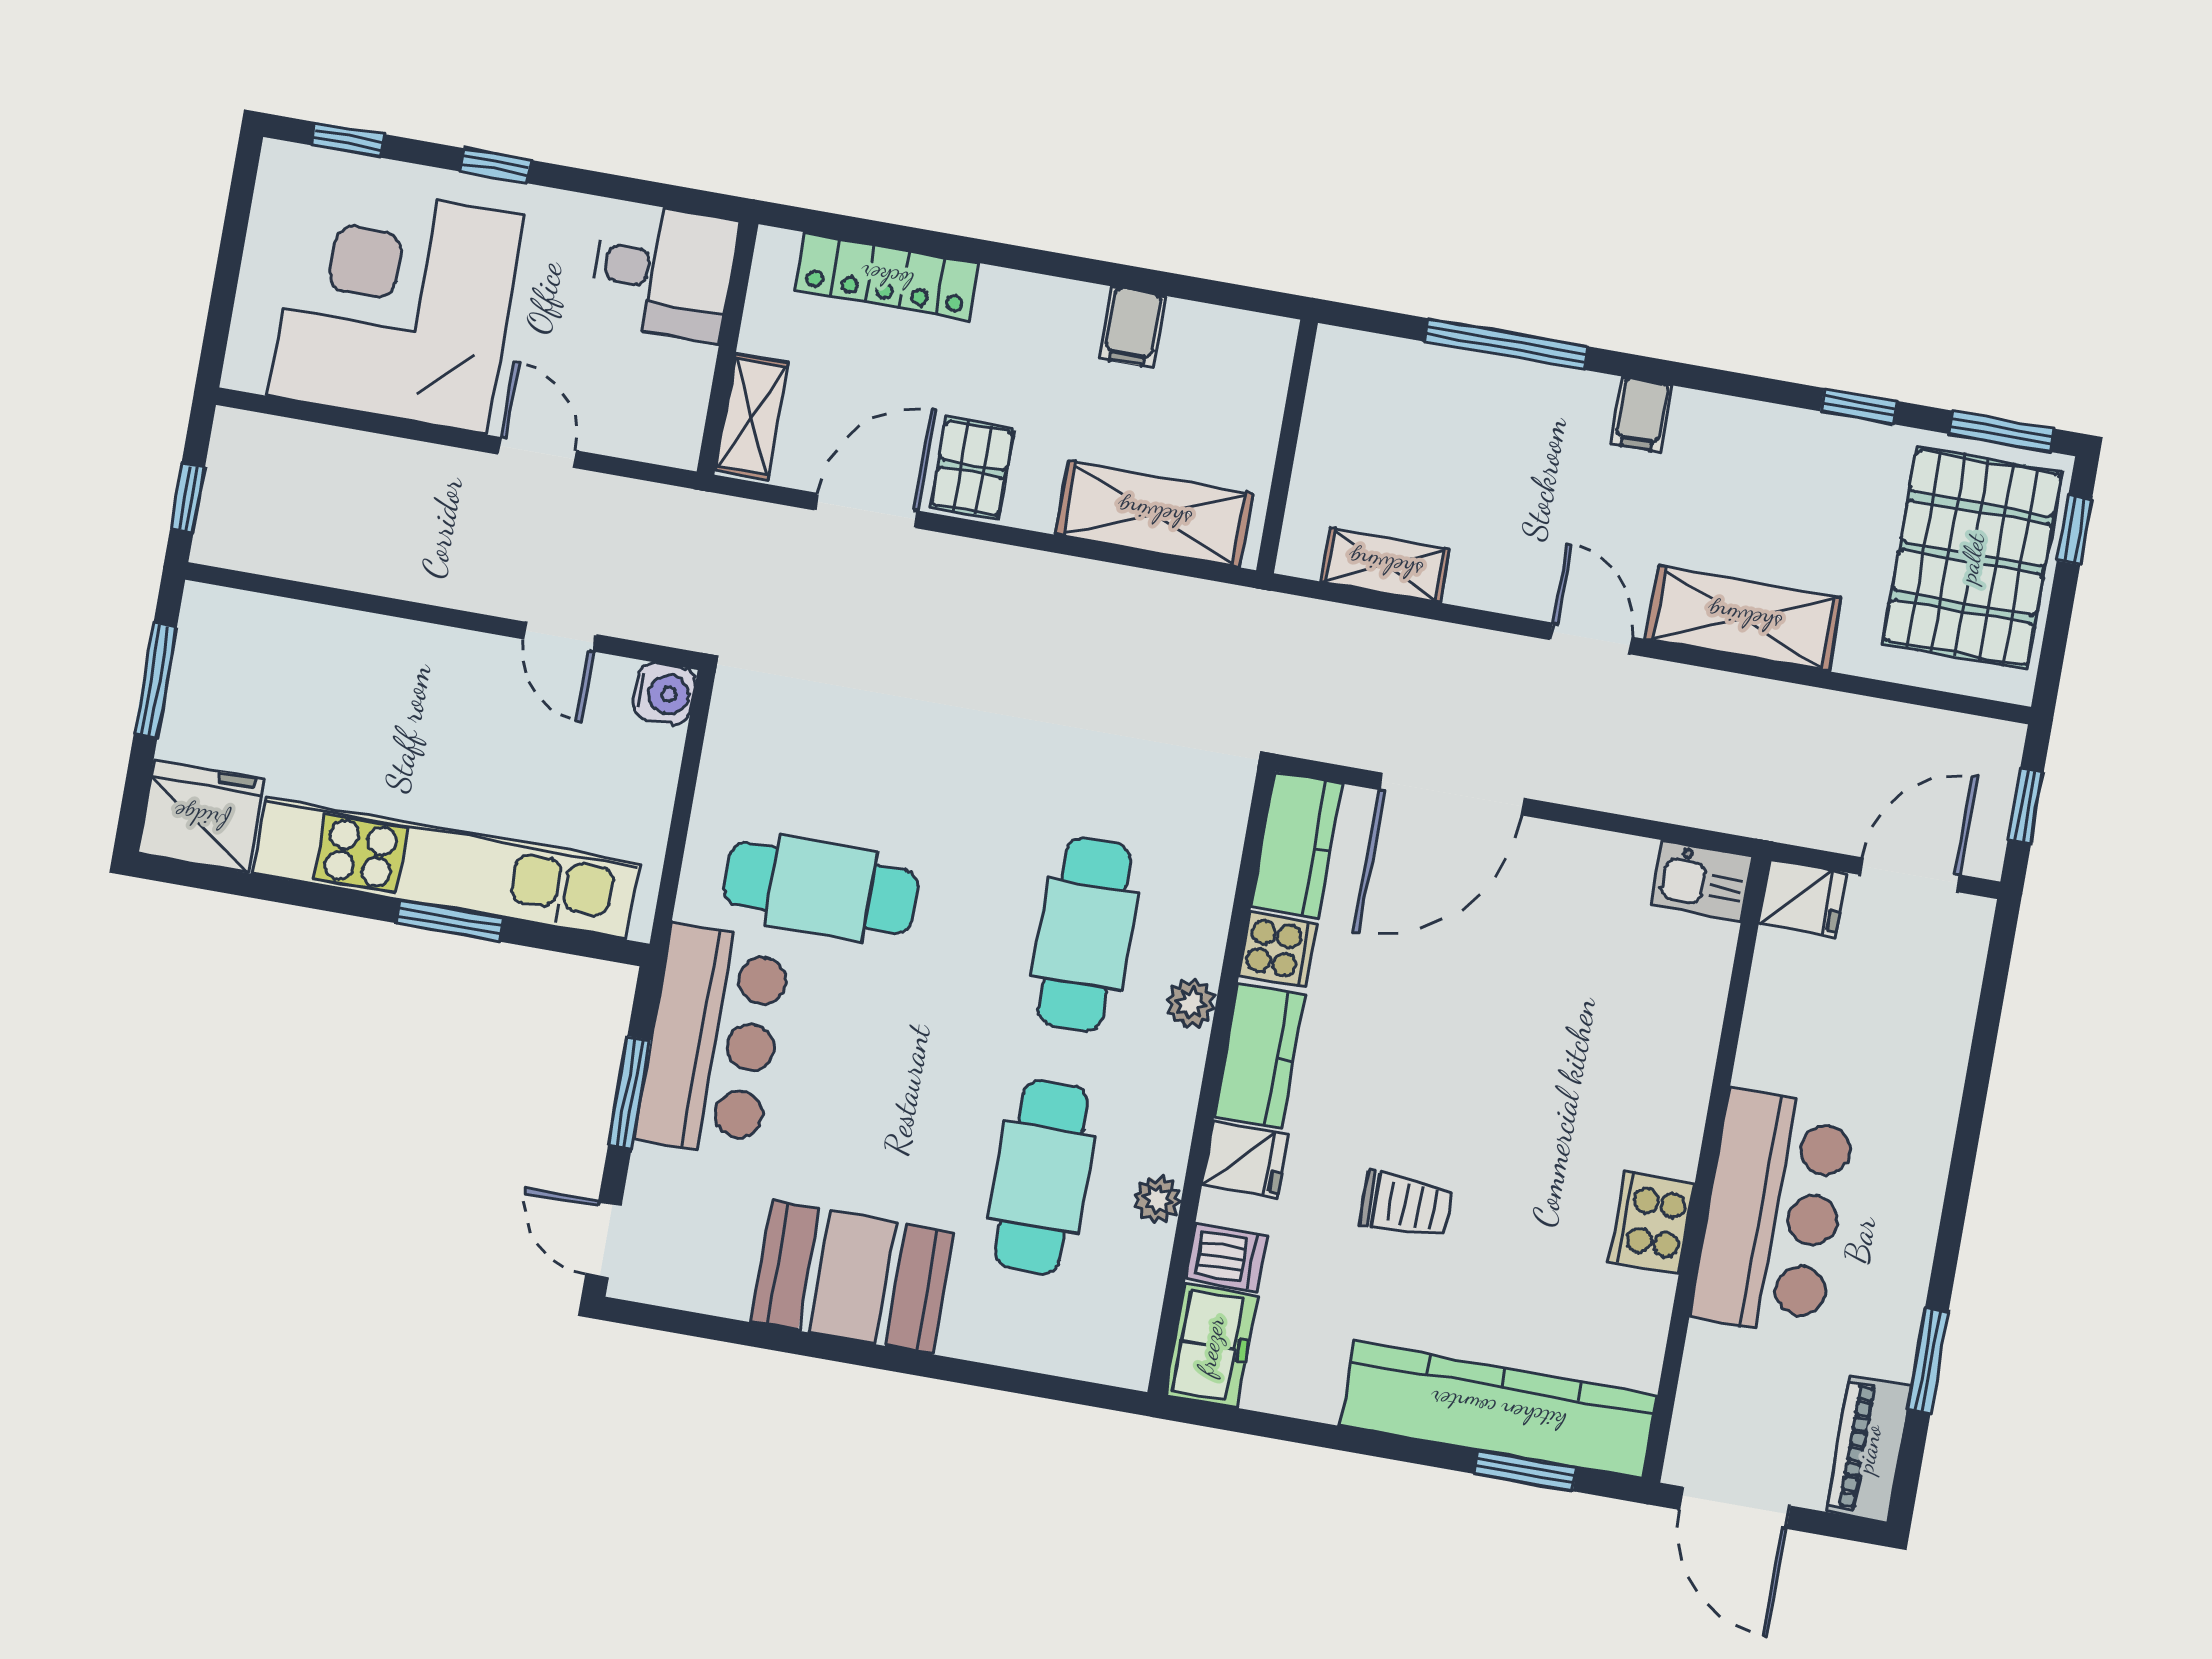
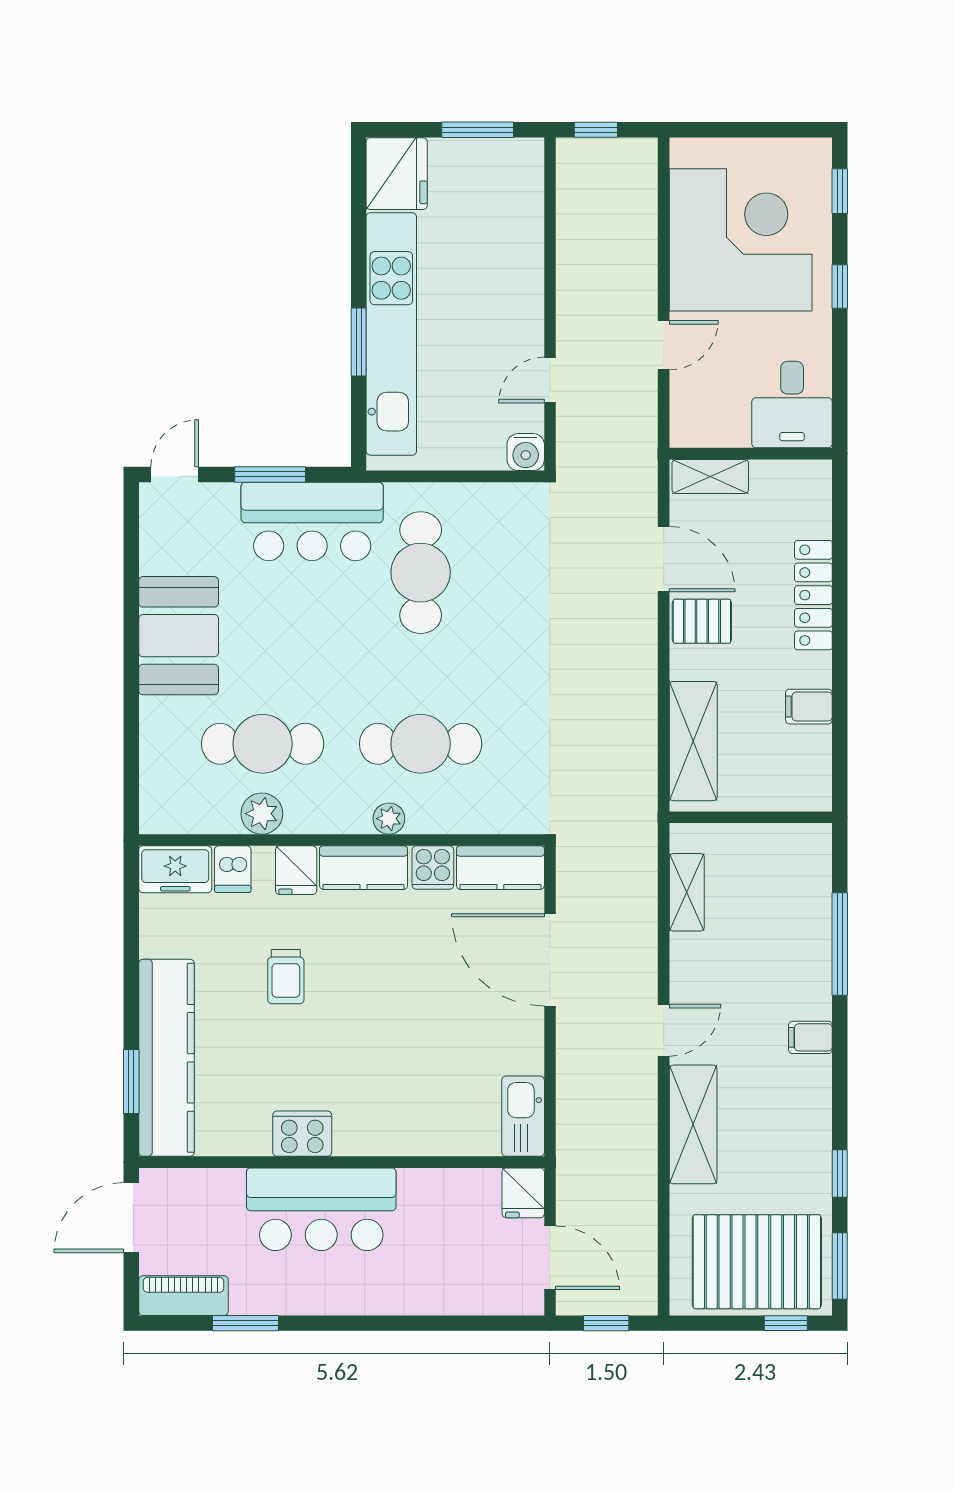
locker: (887, 277) -> (813, 595), moved
kitchen sink: (1702, 881) -> (523, 1116), width x1.38
plant: (1157, 1199) -> (262, 814), width x1.38, depth x1.38

